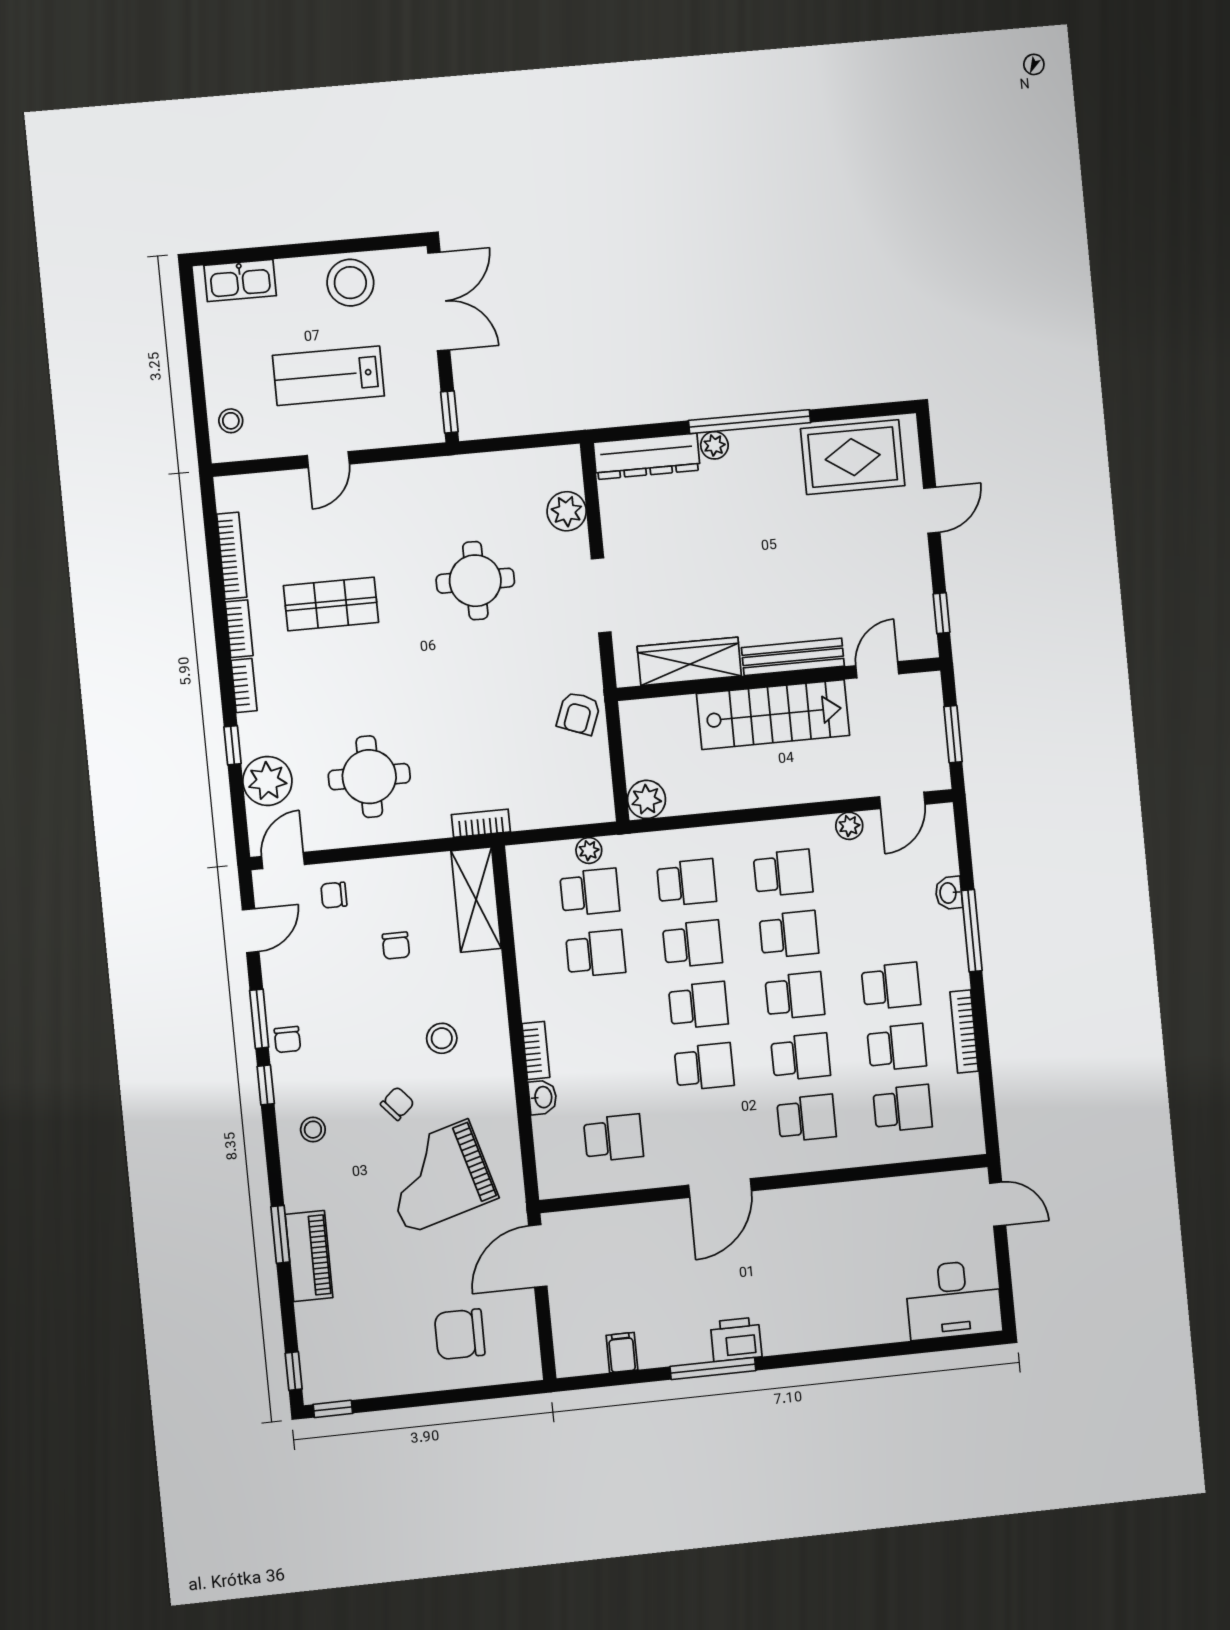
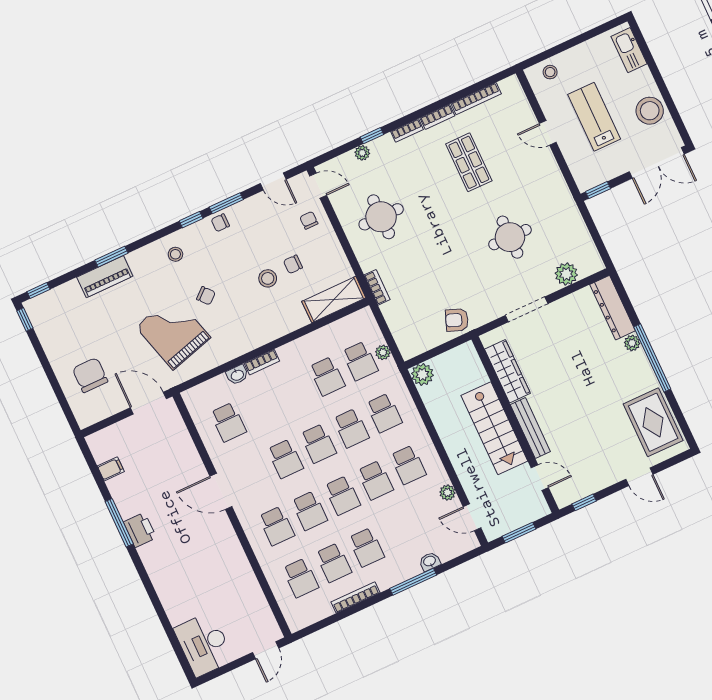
plant: (267, 781) -> (362, 153), width x0.53, depth x0.53
stool: (442, 1038) -> (268, 278), moved

